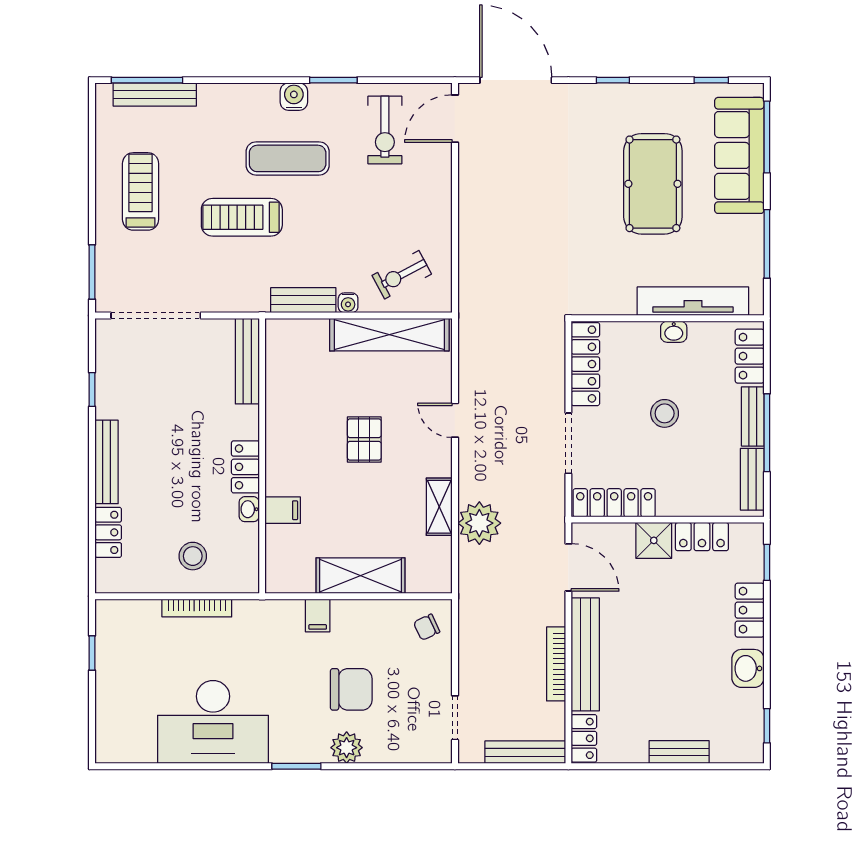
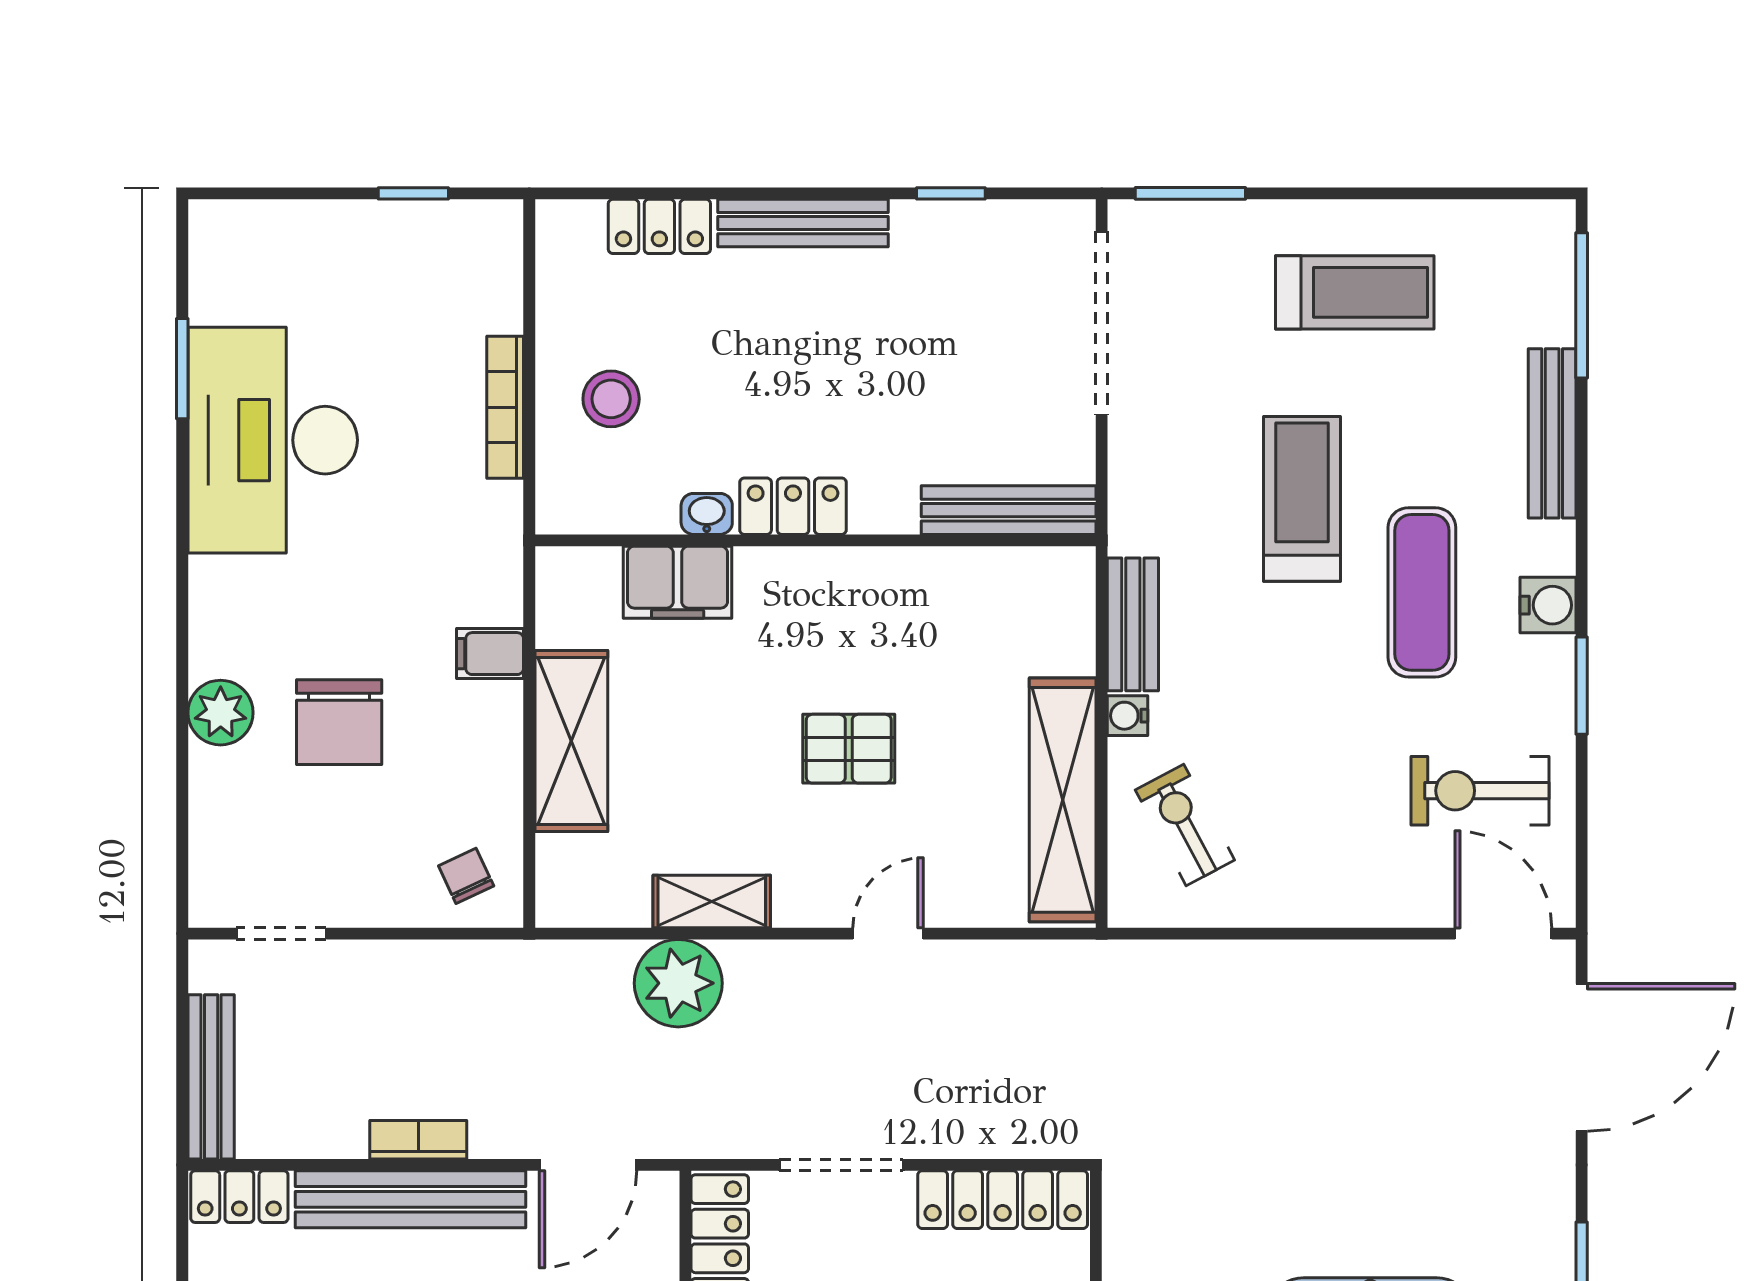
bench: (155, 95) -> (1552, 433), moved
filing cabinet: (283, 510) -> (678, 582), width x2.00
bookcase: (556, 664) -> (418, 1140), width x0.64
window: (296, 766) -> (182, 369), moved

